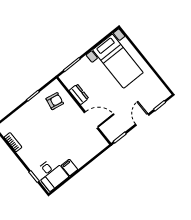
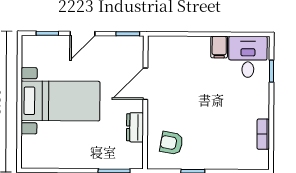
bed with nightstands: (118, 61) -> (60, 101), moved, turned 90
door: (91, 120) -> (145, 84), hinge flipped

